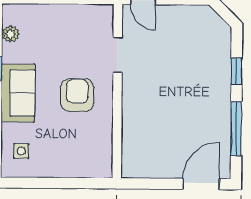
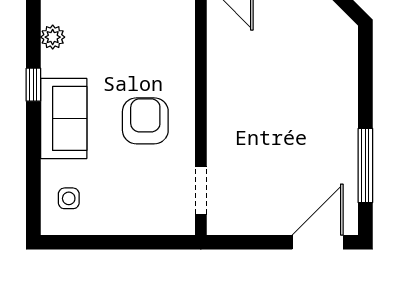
doorway: (118, 55) -> (201, 190), moved
window: (237, 71) -> (365, 86), removed

